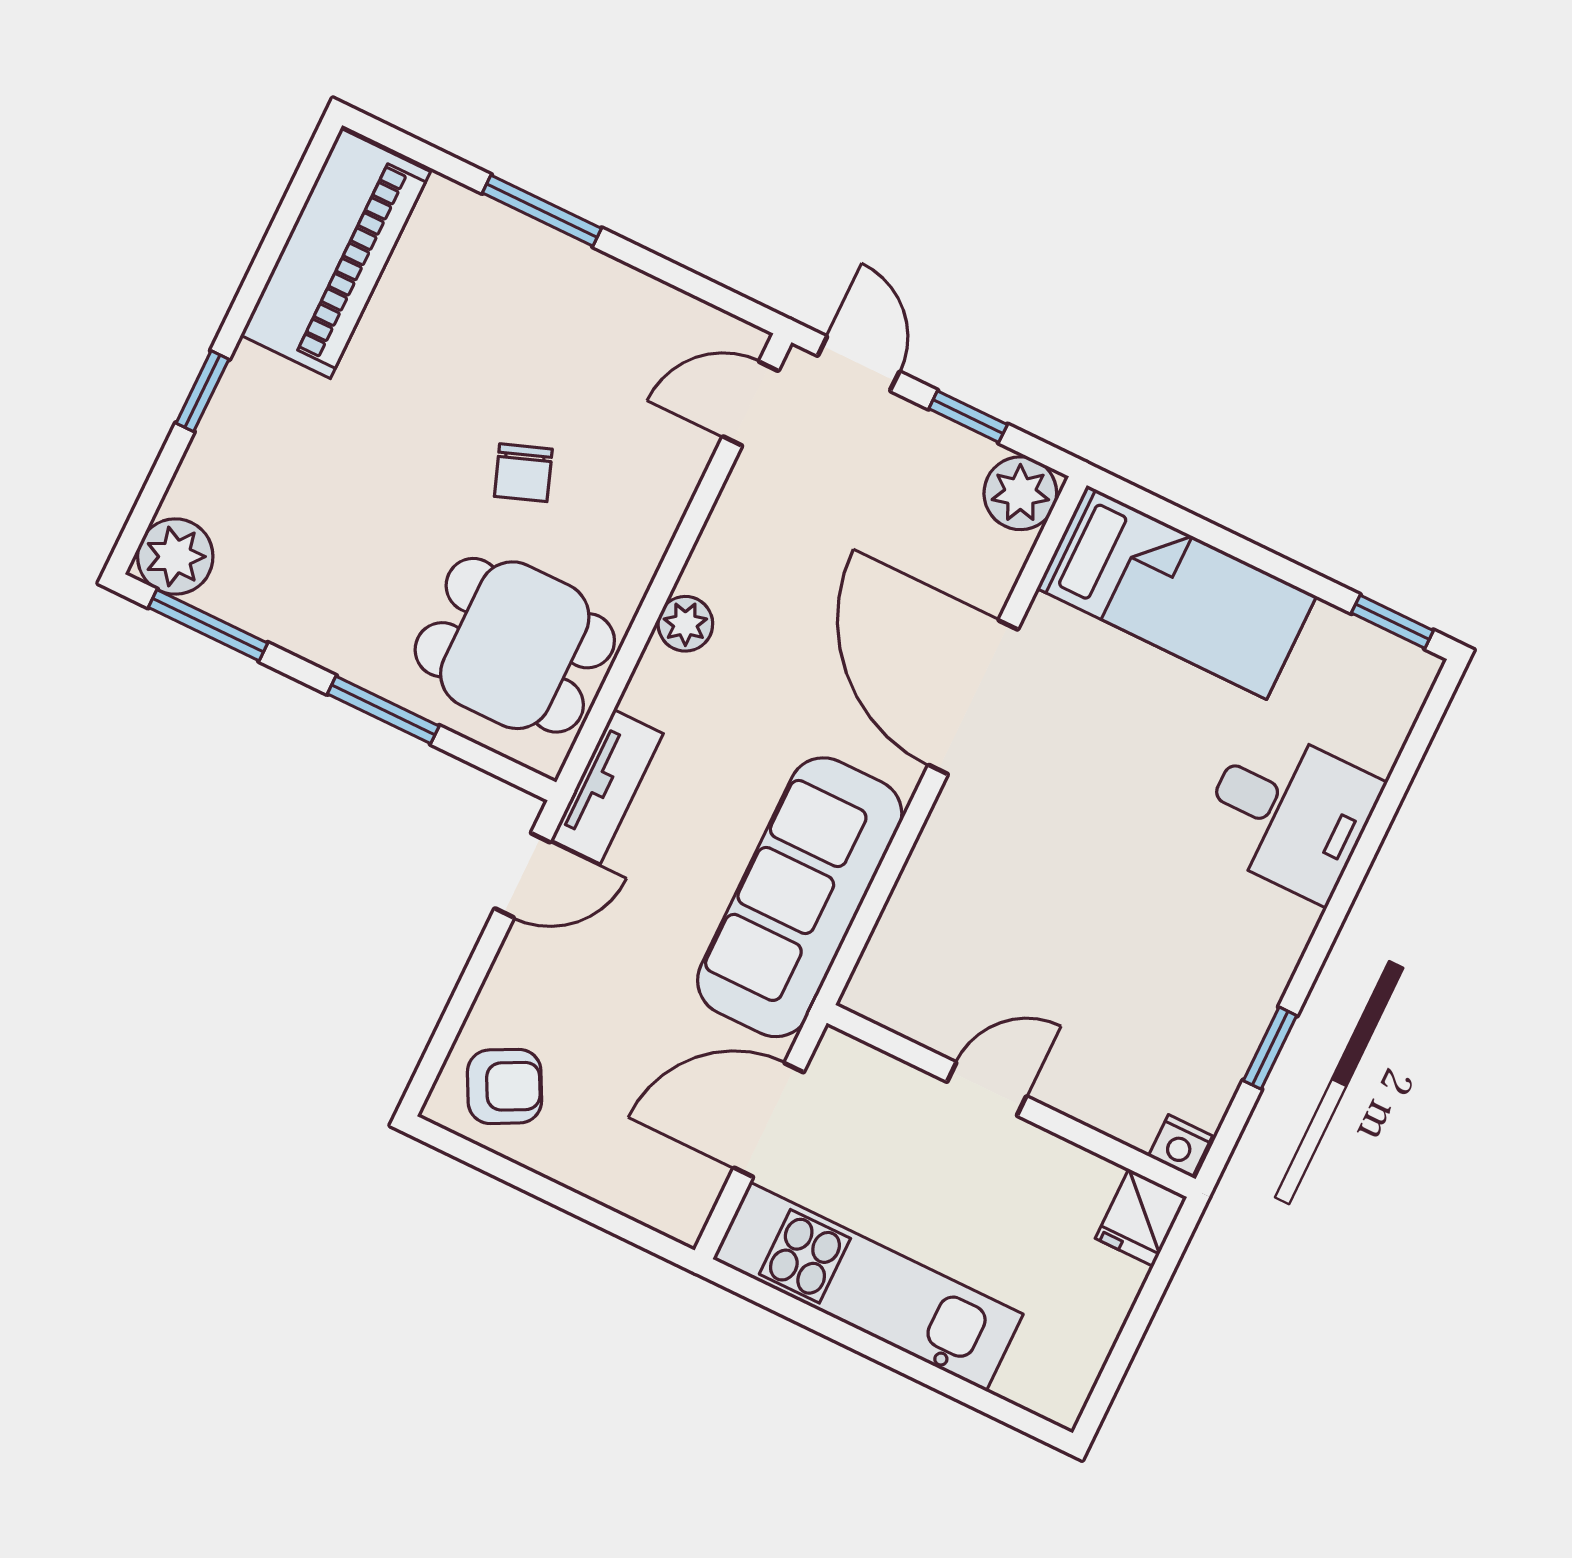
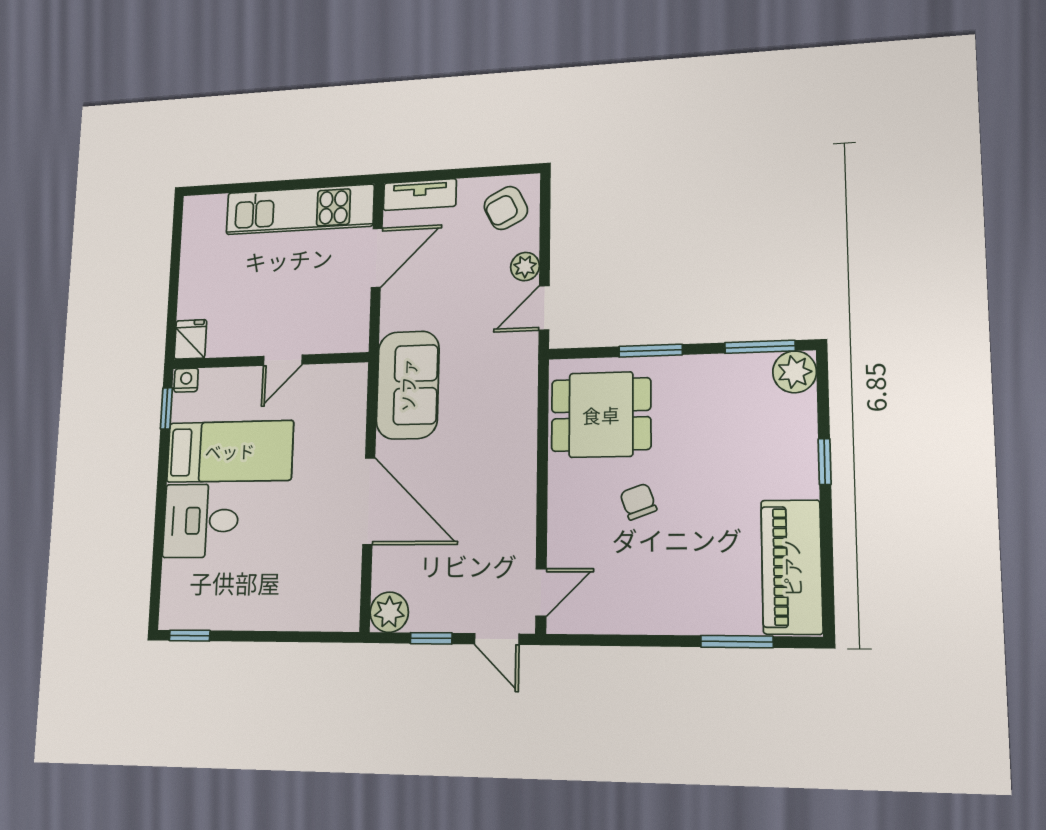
window: (542, 211) -> (737, 642), moved
bed: (1177, 592) -> (230, 451), moved, turned 180
plant: (685, 624) -> (525, 267), moved
tv unit: (607, 787) -> (420, 195), moved, turned -90
sofa: (800, 897) -> (408, 385), width x0.73
door: (987, 1089) -> (283, 360), moved
wall: (1011, 1101) -> (270, 361), moved
nightstand: (1180, 1146) -> (186, 380), moved
fridge: (1141, 1218) -> (190, 339), moved

